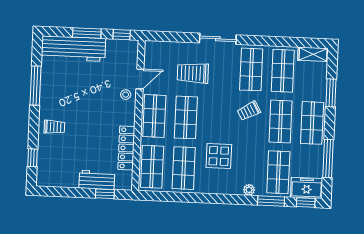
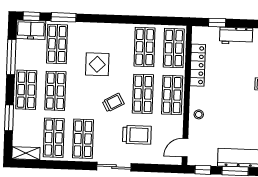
door: (140, 79) -> (185, 148), moved
trolley: (249, 111) -> (113, 103), moved
display table: (219, 156) -> (97, 64), moved
workbench: (97, 180) -> (236, 36), moved
plant: (249, 190) -> (84, 27), removed

